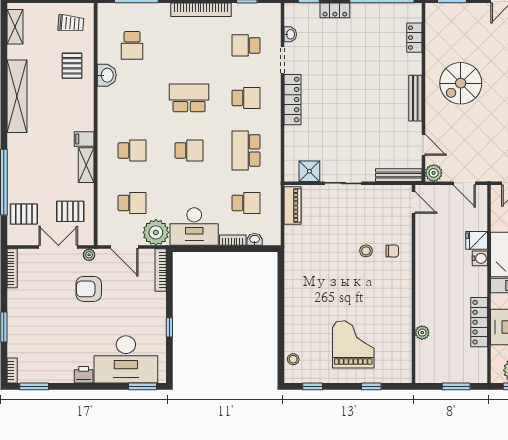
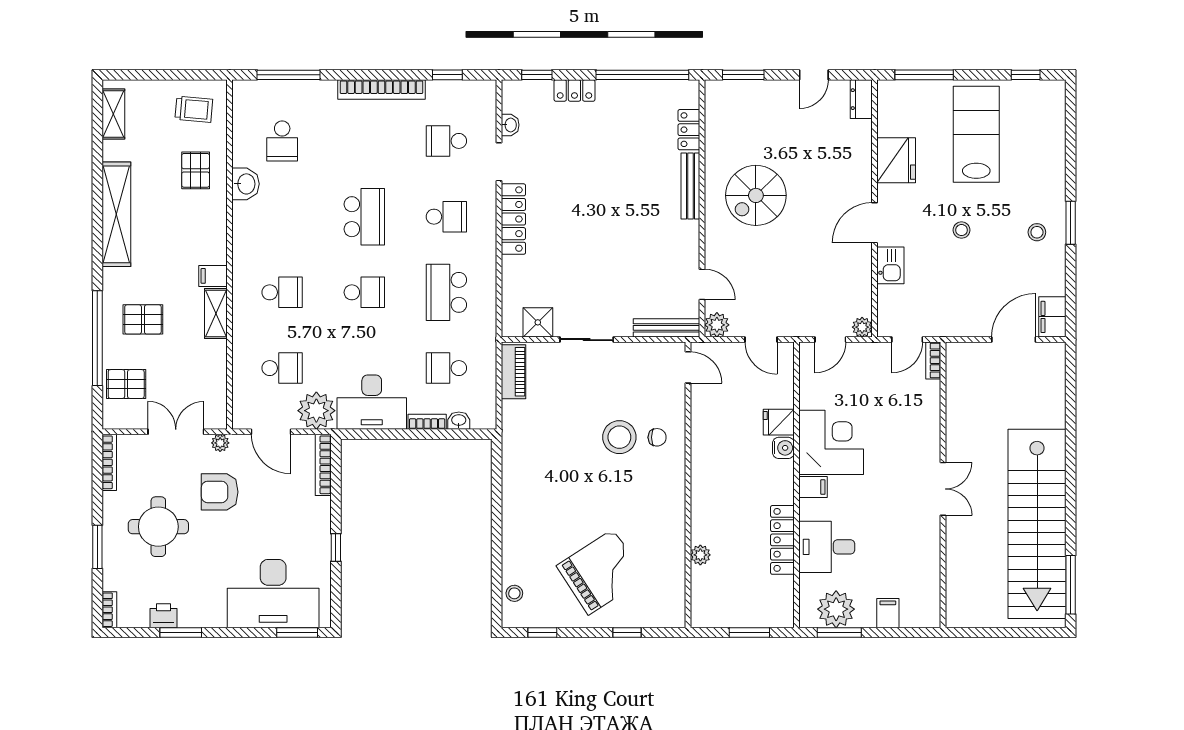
school desk: (189, 98) -> (364, 217), turned 90
bench: (415, 98) -> (690, 186), moved
school desk: (246, 203) -> (446, 368), turned 180
pallet: (70, 211) -> (143, 319), moved
stool: (366, 251) -> (619, 437), width x1.89, depth x1.89
round table: (46, 313) -> (158, 527), added
grand piano: (353, 344) -> (601, 572), turned 57
printer: (84, 375) -> (163, 616), moved
window: (34, 386) -> (181, 633), moved

